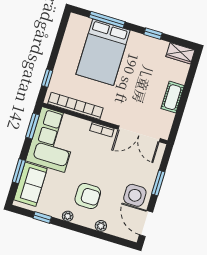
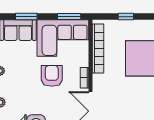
window: (47, 78) -> (126, 17), moved
armchair: (88, 196) -> (52, 76), moved, turned 180

